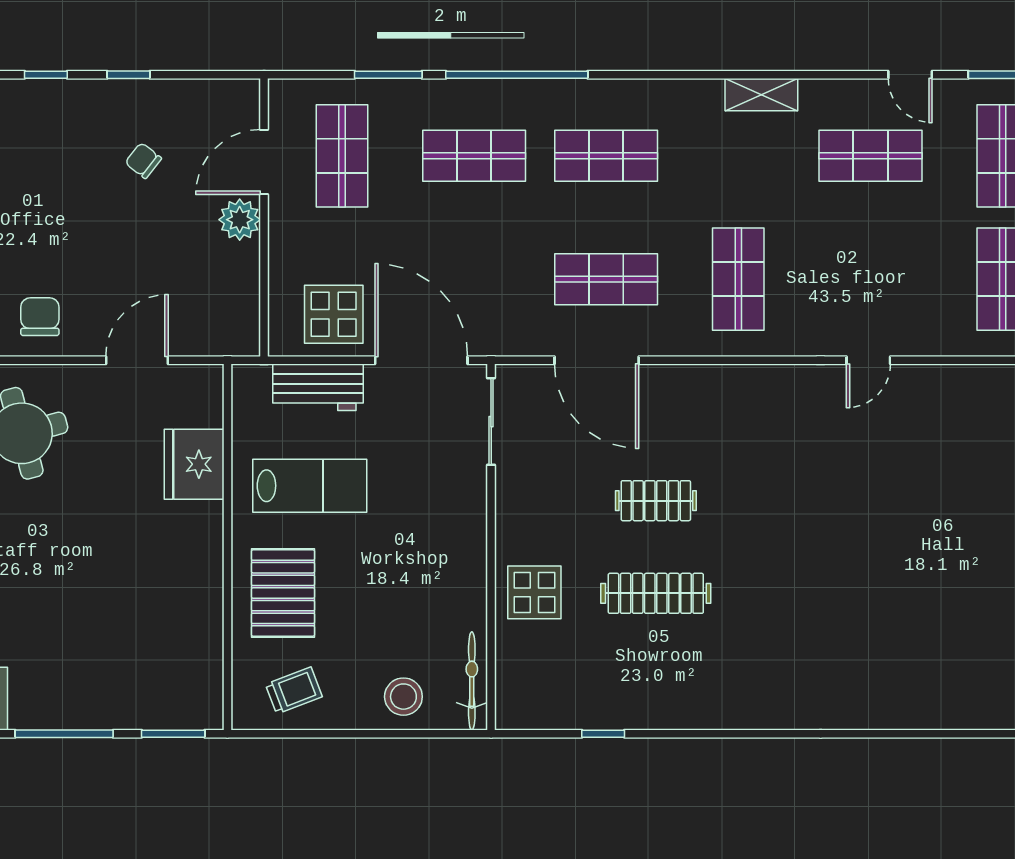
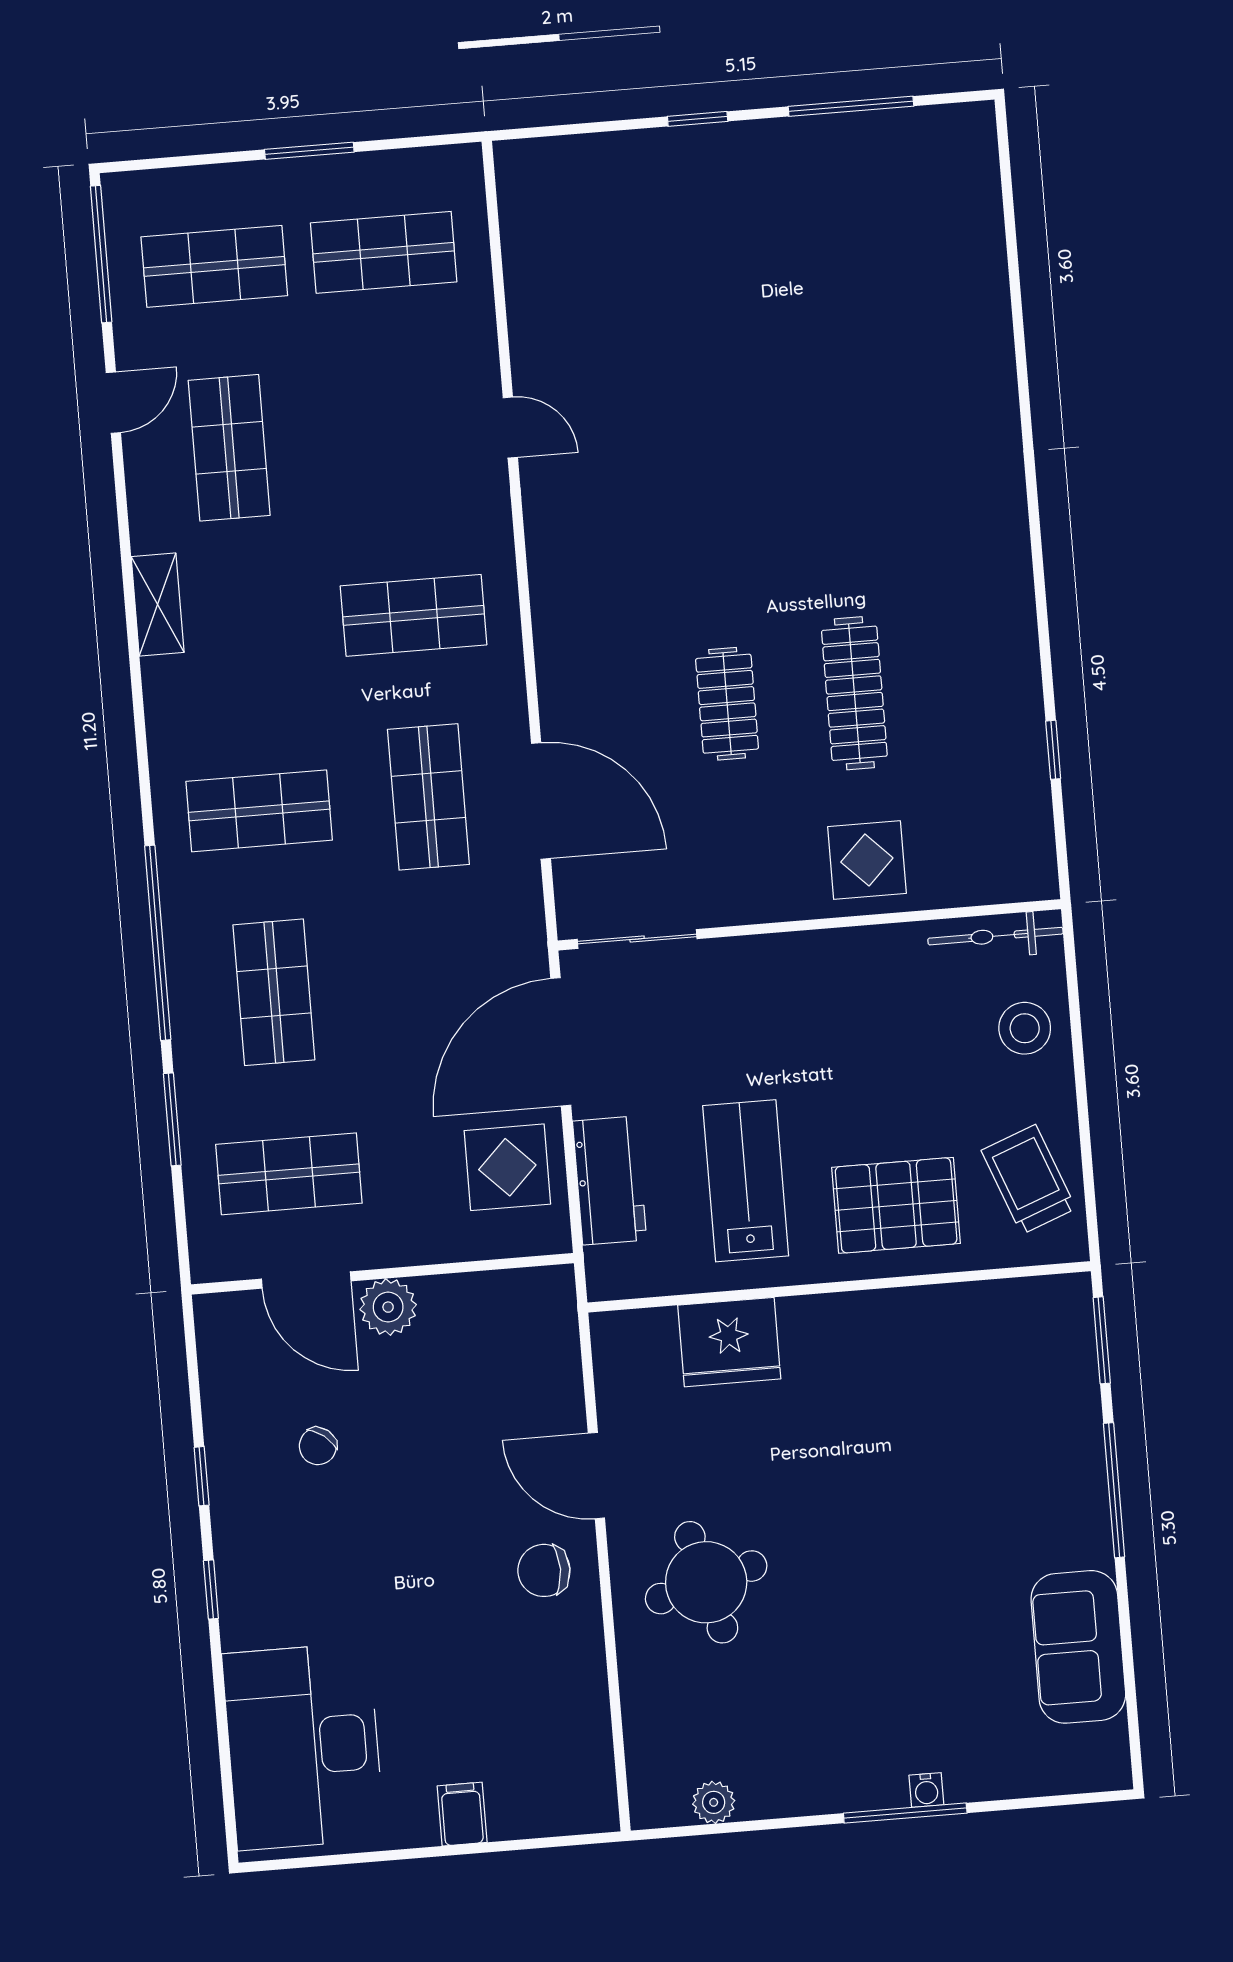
shop shelf: (606, 156) -> (259, 811), turned 90
door: (137, 360) -> (596, 1476), moved
door: (597, 360) -> (541, 801), hinge flipped
trolley: (294, 690) -> (1029, 1179), width x1.36, depth x1.39

